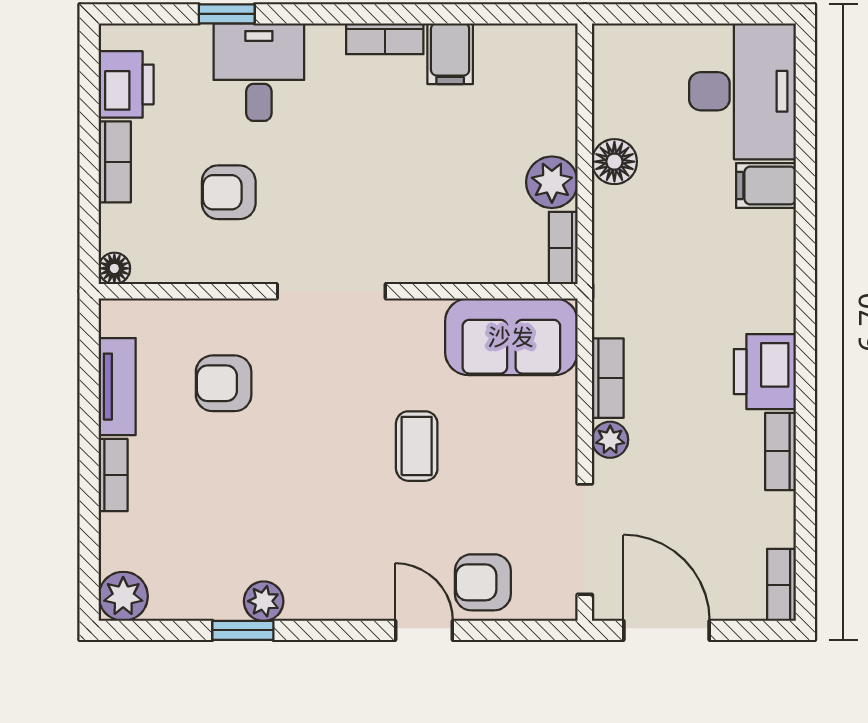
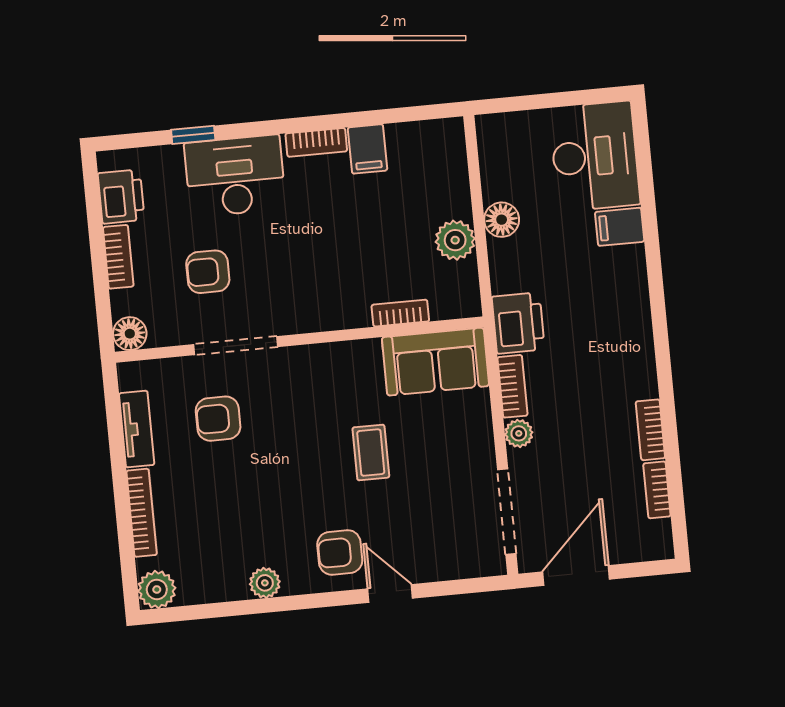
desk: (259, 72) -> (235, 176), width x1.37
bookcase: (563, 248) -> (400, 313), moved, turned 90
floor lamp: (114, 268) -> (130, 334), width x1.37, depth x1.37
doorway: (331, 291) -> (236, 346), moved
printer: (765, 372) -> (518, 323), moved, turned 180
bookcase: (113, 475) -> (142, 513), width x1.56
armchair: (483, 582) -> (340, 552), moved
bookcase: (781, 585) -> (657, 490), moved
window: (243, 630) -> (251, 607), removed
door: (666, 630) -> (576, 576), hinge flipped

